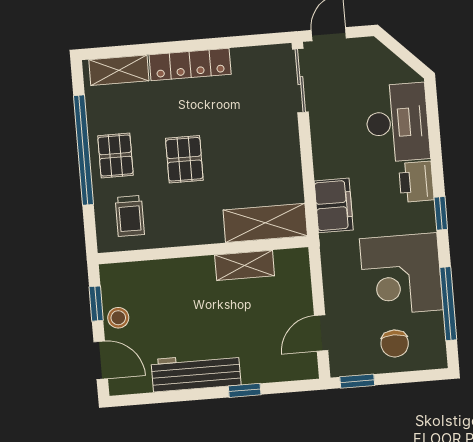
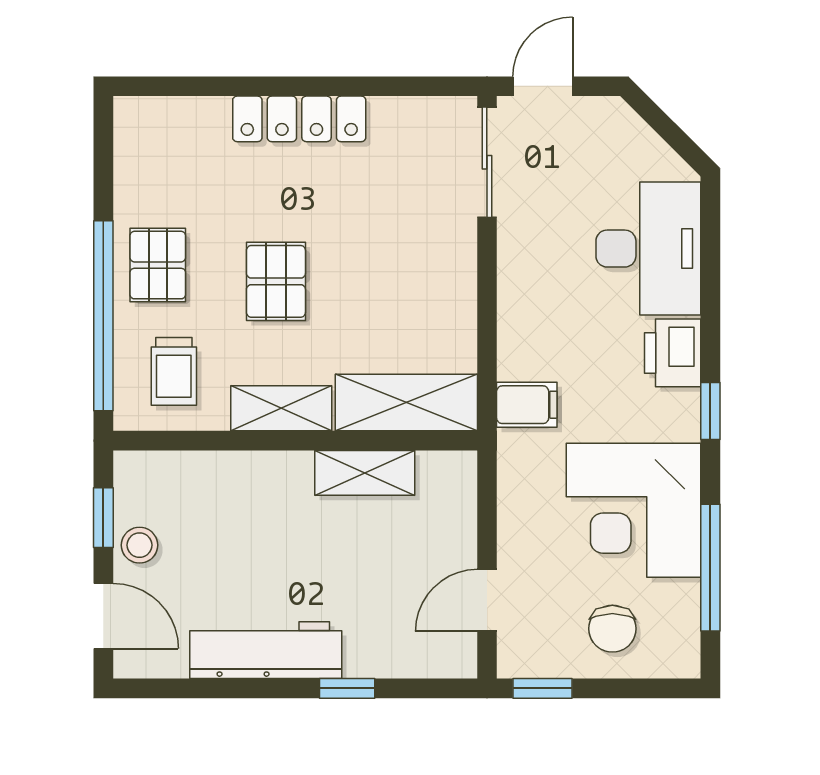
shelving: (119, 70) -> (281, 408), moved
window: (83, 150) -> (103, 316), moved
filing cabinet: (334, 205) -> (527, 405), width x0.50

